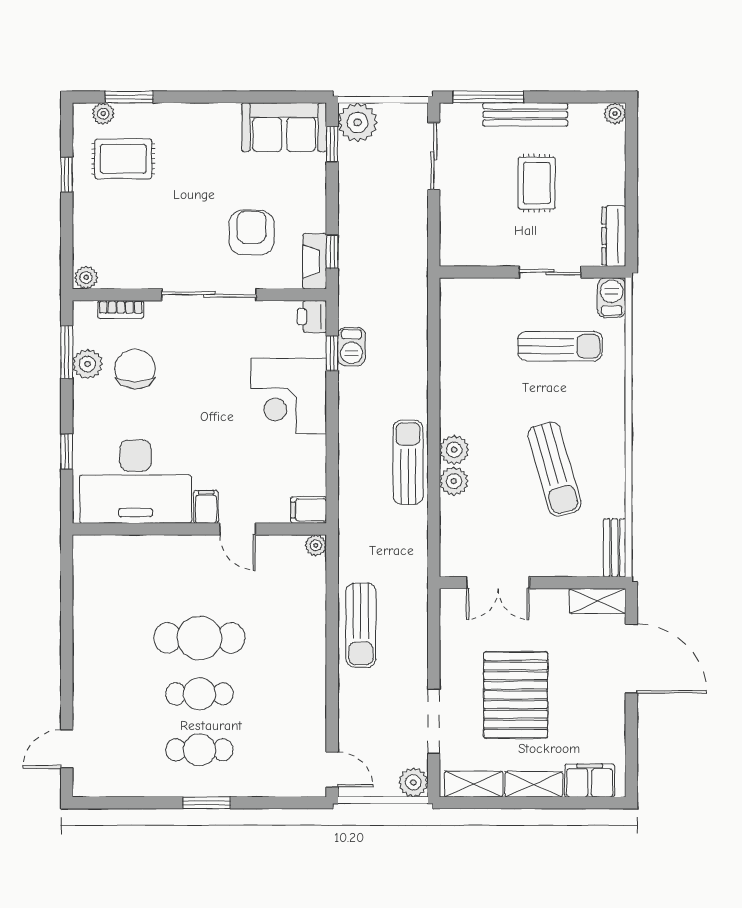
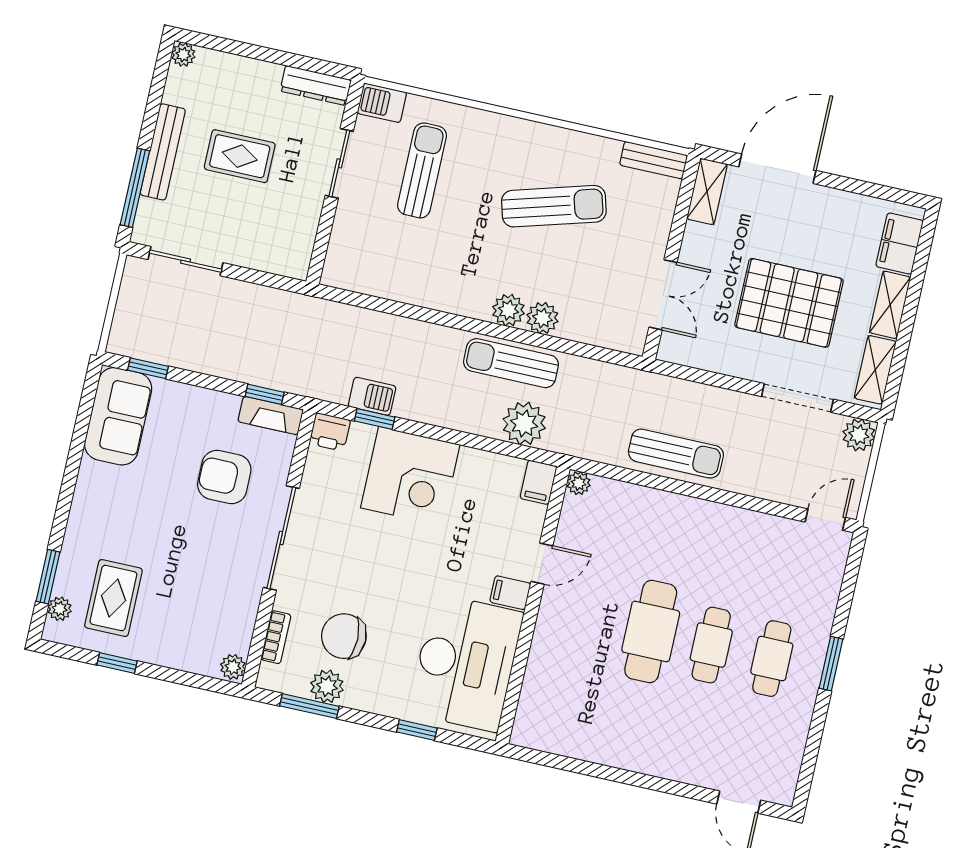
plant: (357, 122) -> (524, 424), moved

